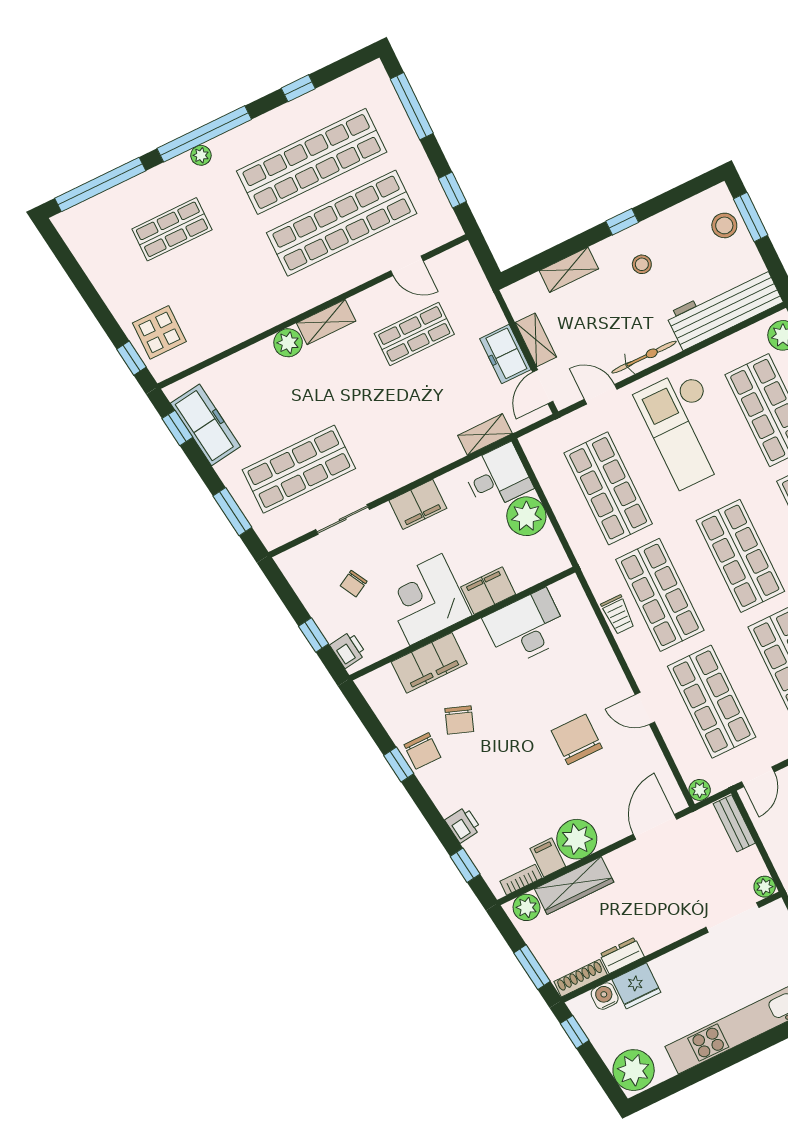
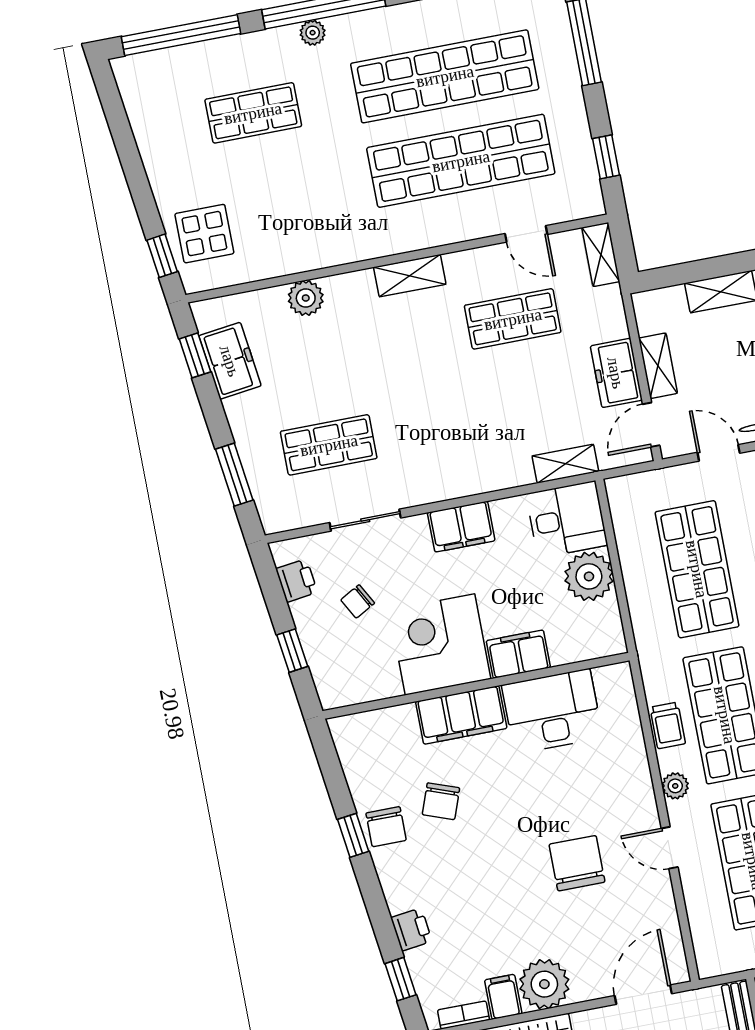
shelving: (469, 266) -> (601, 255), added
plant: (288, 343) -> (306, 298), moved
freezer: (205, 425) -> (230, 361), width x0.71
shop shelf: (299, 469) -> (329, 445), width x0.70, depth x0.74
printer: (348, 650) -> (297, 581), moved
filing cabinet: (429, 663) -> (461, 715), moved
plant: (700, 790) -> (675, 786), moved

